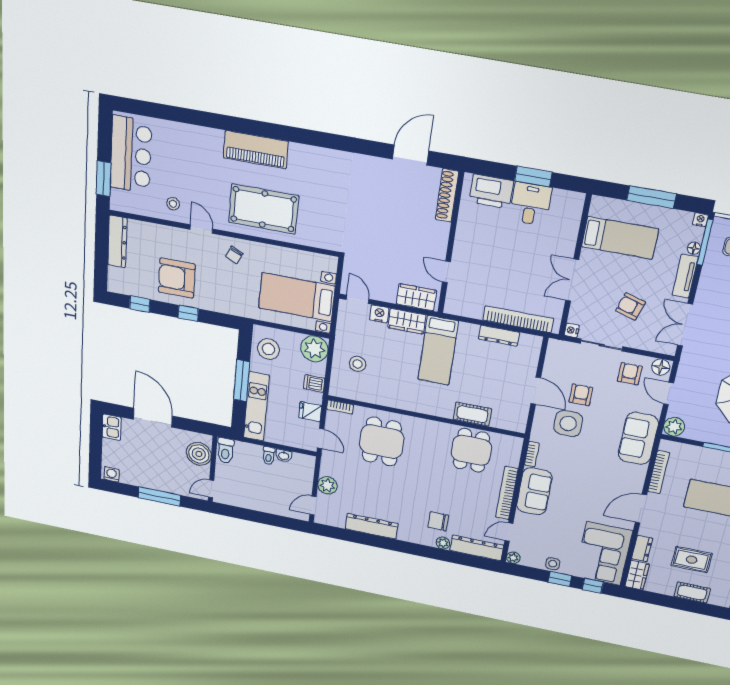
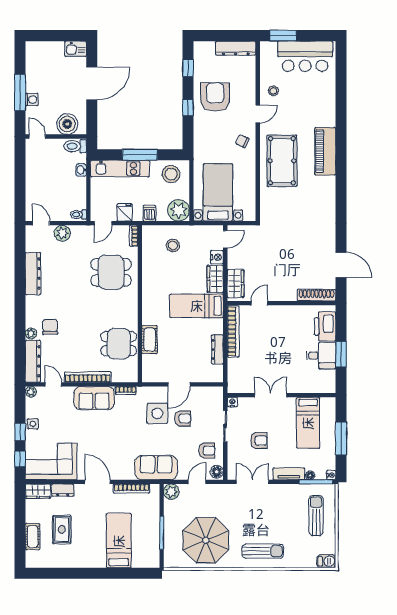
armchair: (630, 306) -> (259, 441), turned 73
bookcase: (518, 319) -> (233, 331), moved
toilet: (269, 456) -> (78, 214), moved
washbasin: (284, 456) -> (81, 170), moved
washing machine: (112, 474) -> (32, 100), moved

